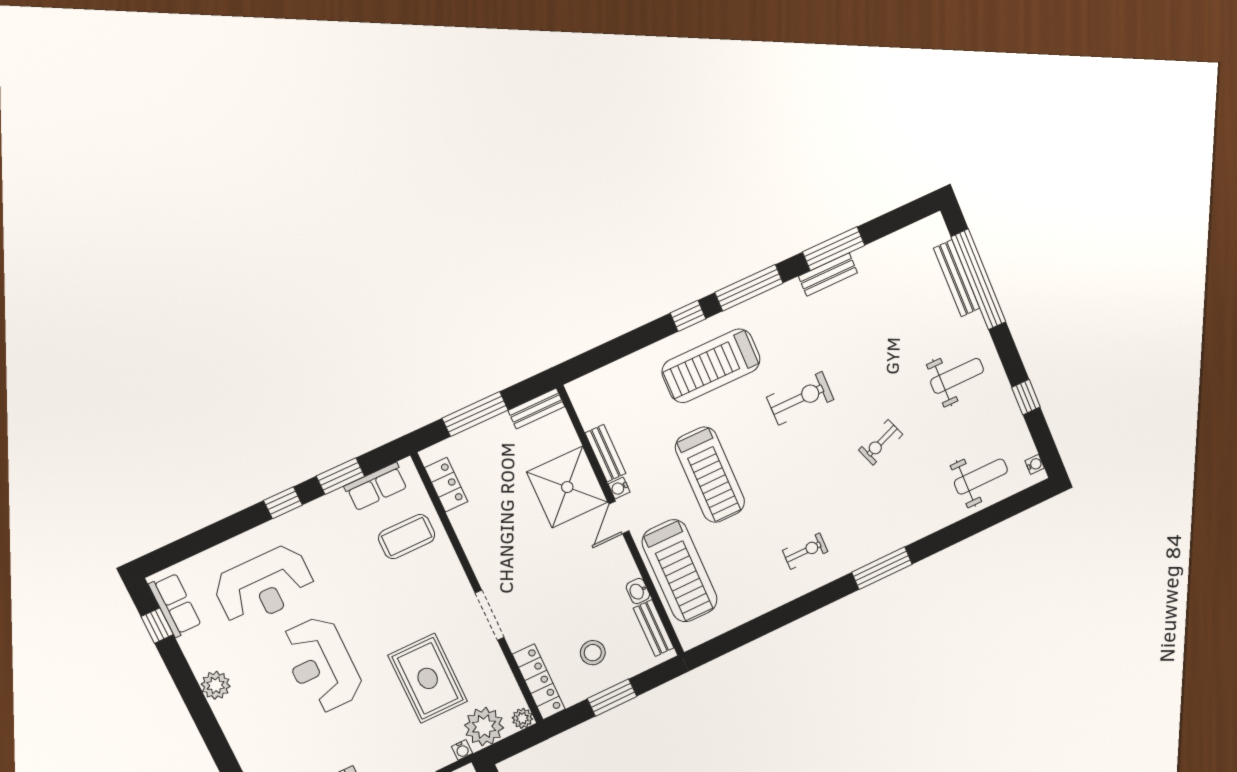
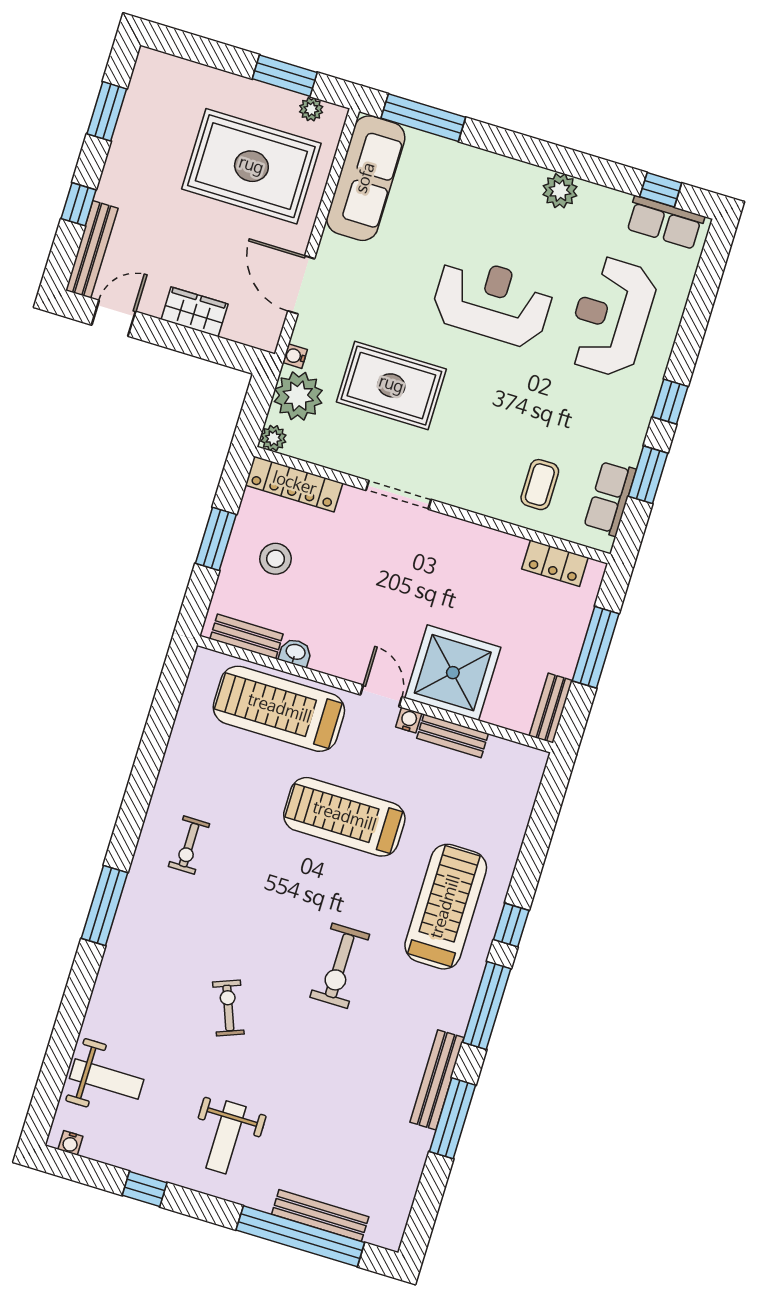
bench: (828, 274) -> (437, 1080), width x1.36
weight bench: (981, 477) -> (107, 1079), turned -90
coffee table: (407, 537) -> (540, 485), width x0.73, depth x0.77

